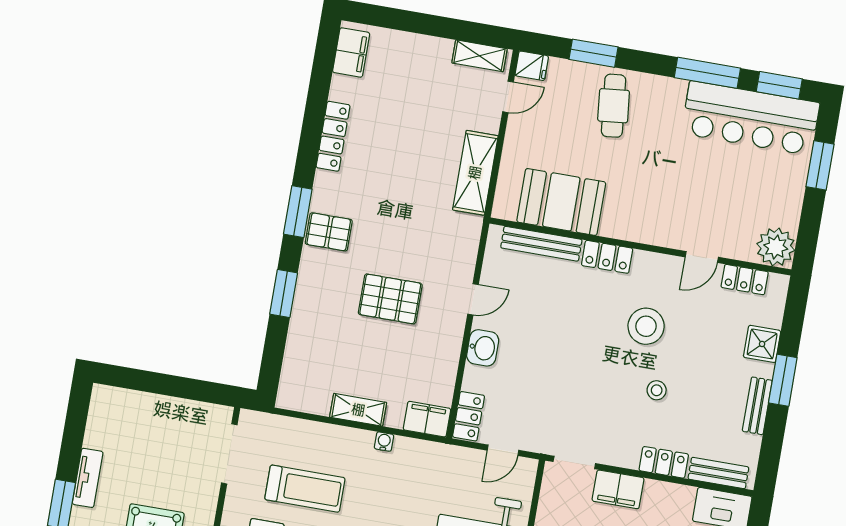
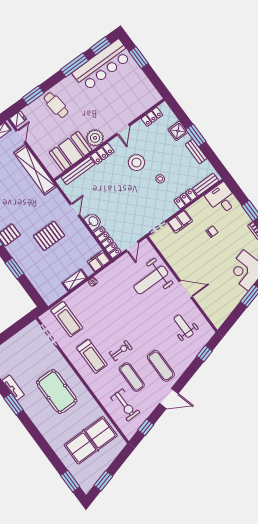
shelving: (475, 173) -> (35, 170), width x1.47
plant: (776, 247) -> (95, 138), moved
door: (702, 257) -> (123, 130), moved
locker: (469, 416) -> (107, 242), width x1.53
treadmill: (305, 489) -> (67, 319), moved, turned 90

